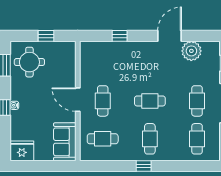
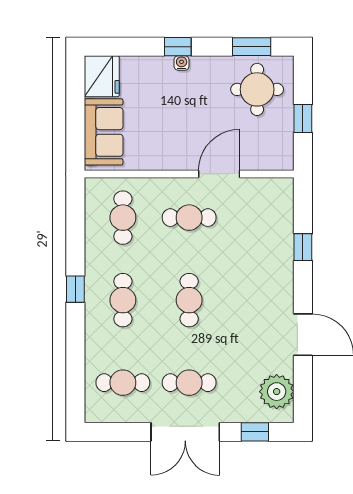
plant: (191, 51) -> (277, 392), moved
door: (78, 100) -> (219, 174), moved
cafe table: (150, 139) -> (123, 300), turned 90
sofa: (65, 142) -> (104, 132), moved, turned 90

